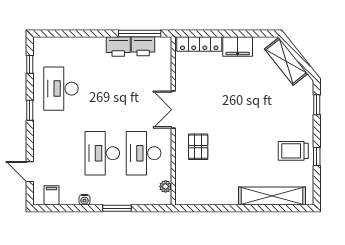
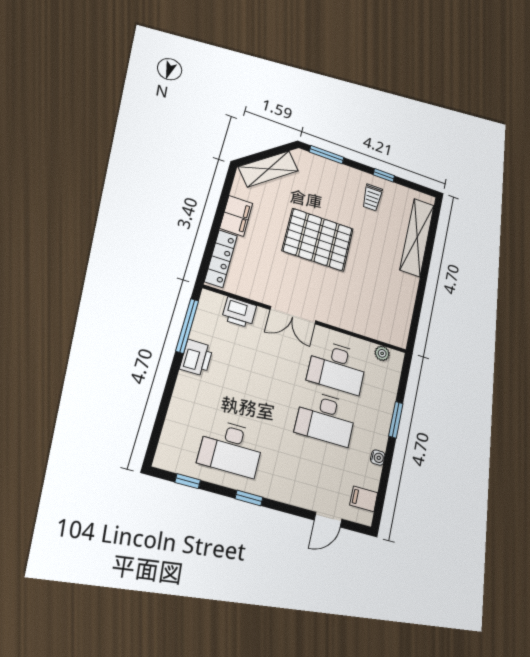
printer: (143, 46) -> (239, 312), moved, turned 90
window: (317, 105) -> (327, 155), width x1.50
pallet: (198, 147) -> (318, 240), moved, width x2.05, depth x2.00
trolley: (293, 151) -> (372, 197), width x0.73, depth x0.72

